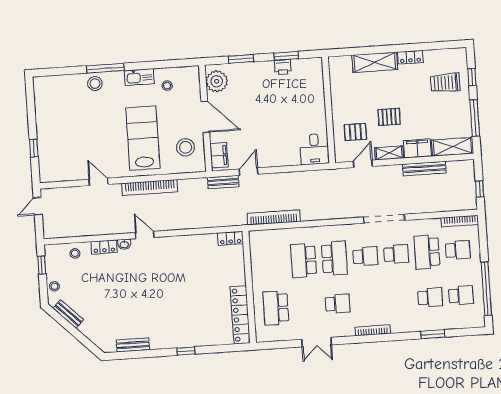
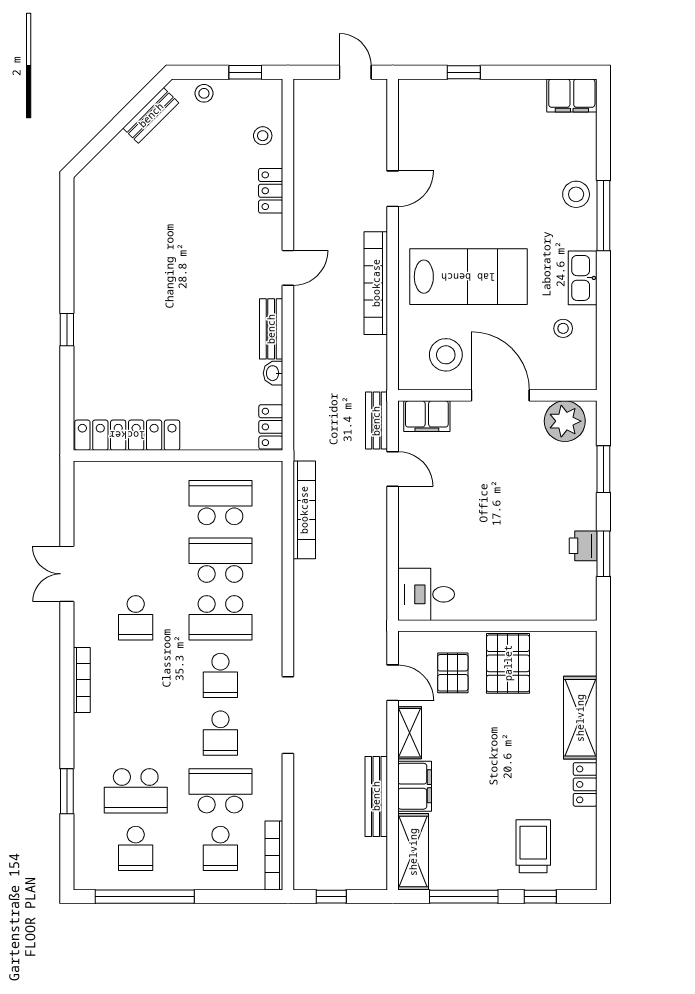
filing cabinet: (42, 89) -> (572, 95), added
door: (205, 117) -> (500, 395), swing flipped
pallet: (389, 117) -> (508, 663), moved, width x1.50, depth x1.42
washbasin: (124, 244) -> (273, 373), moved
school desk: (430, 297) -> (136, 791), width x1.85
school desk: (276, 308) -> (220, 503), moved
bench: (133, 345) -> (271, 329), moved

